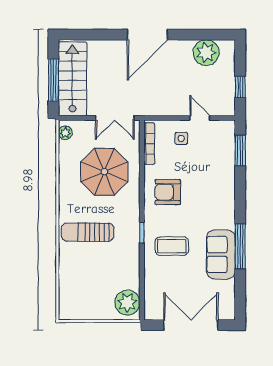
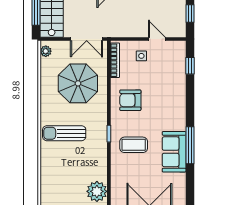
window: (240, 150) -> (190, 66), width x0.67

